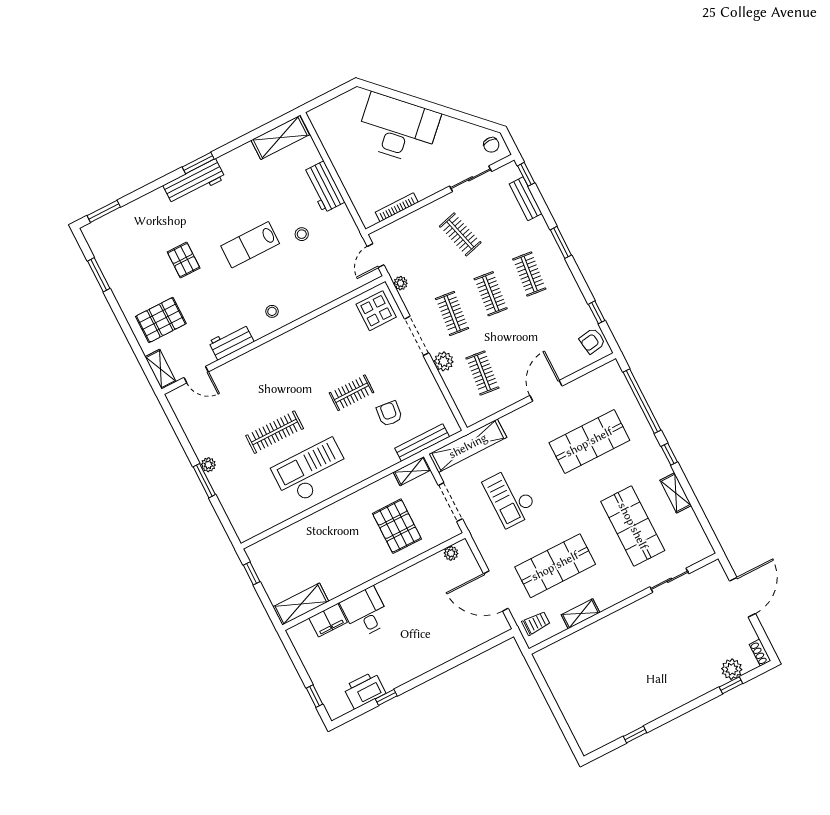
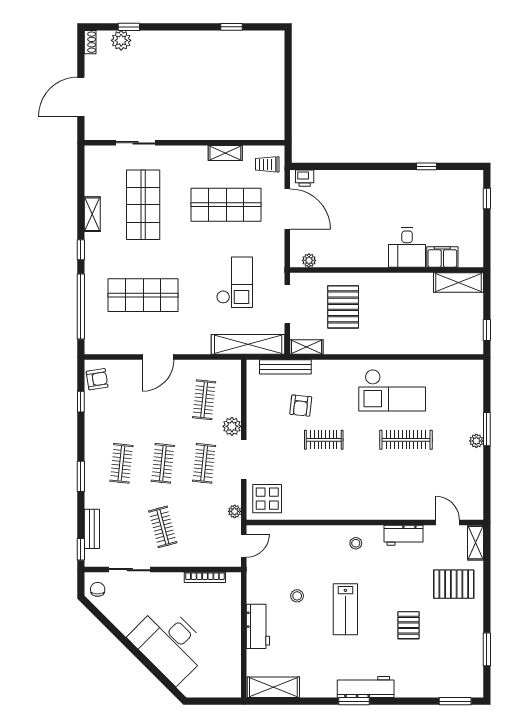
lab bench: (250, 245) -> (345, 609), turned 90
printer: (365, 690) -> (305, 178), moved, width x0.53, depth x0.68

